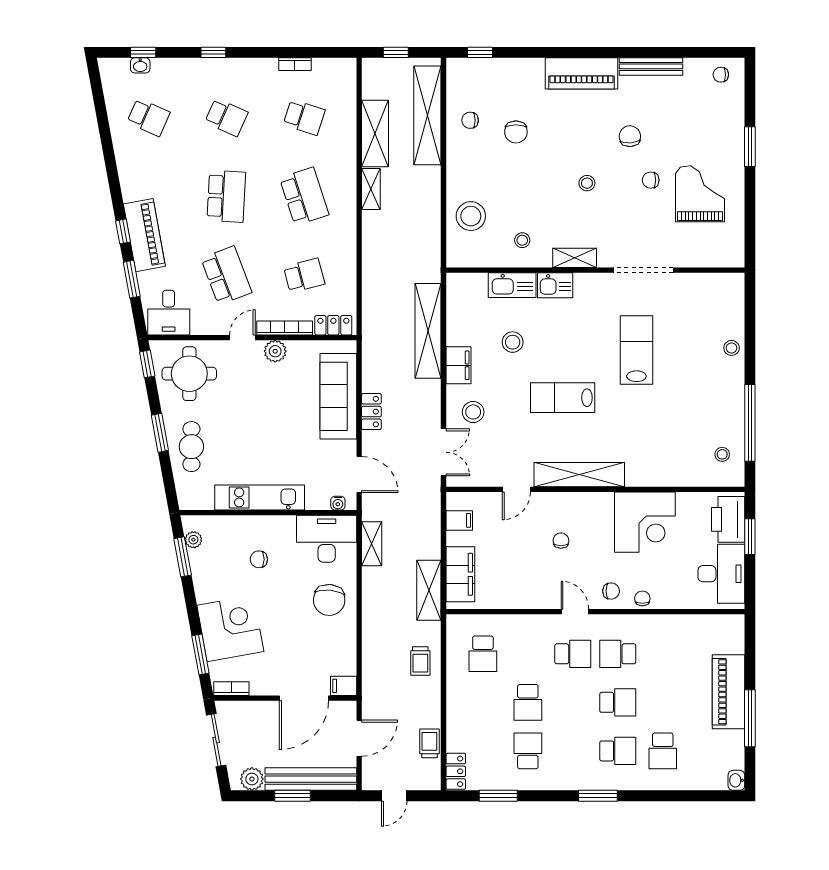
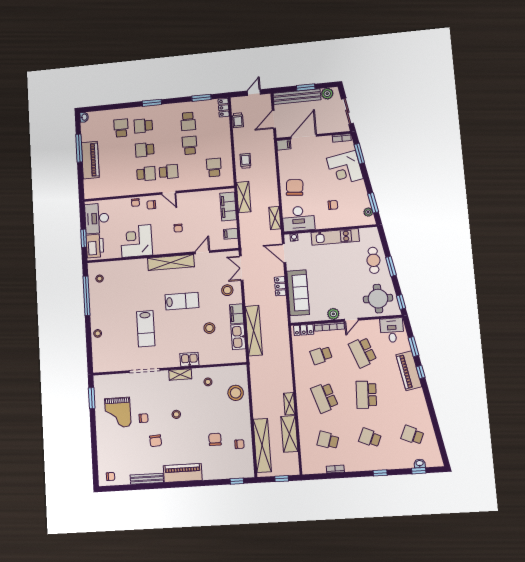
window: (750, 147) -> (92, 398), moved
kitchen sink: (512, 285) -> (238, 337), moved, turned -90
school desk: (573, 654) -> (169, 172), turned 180

